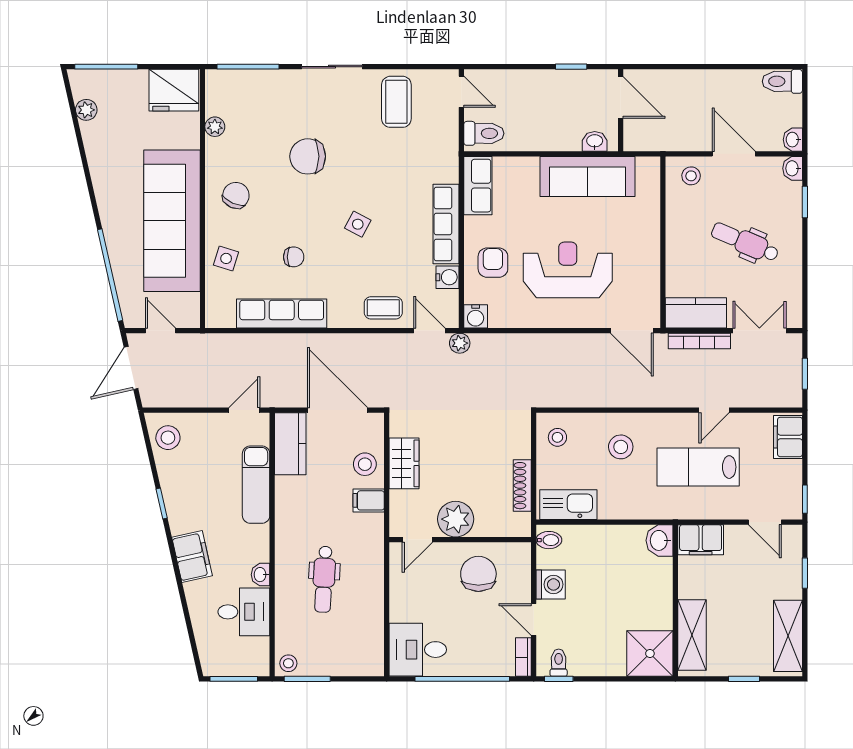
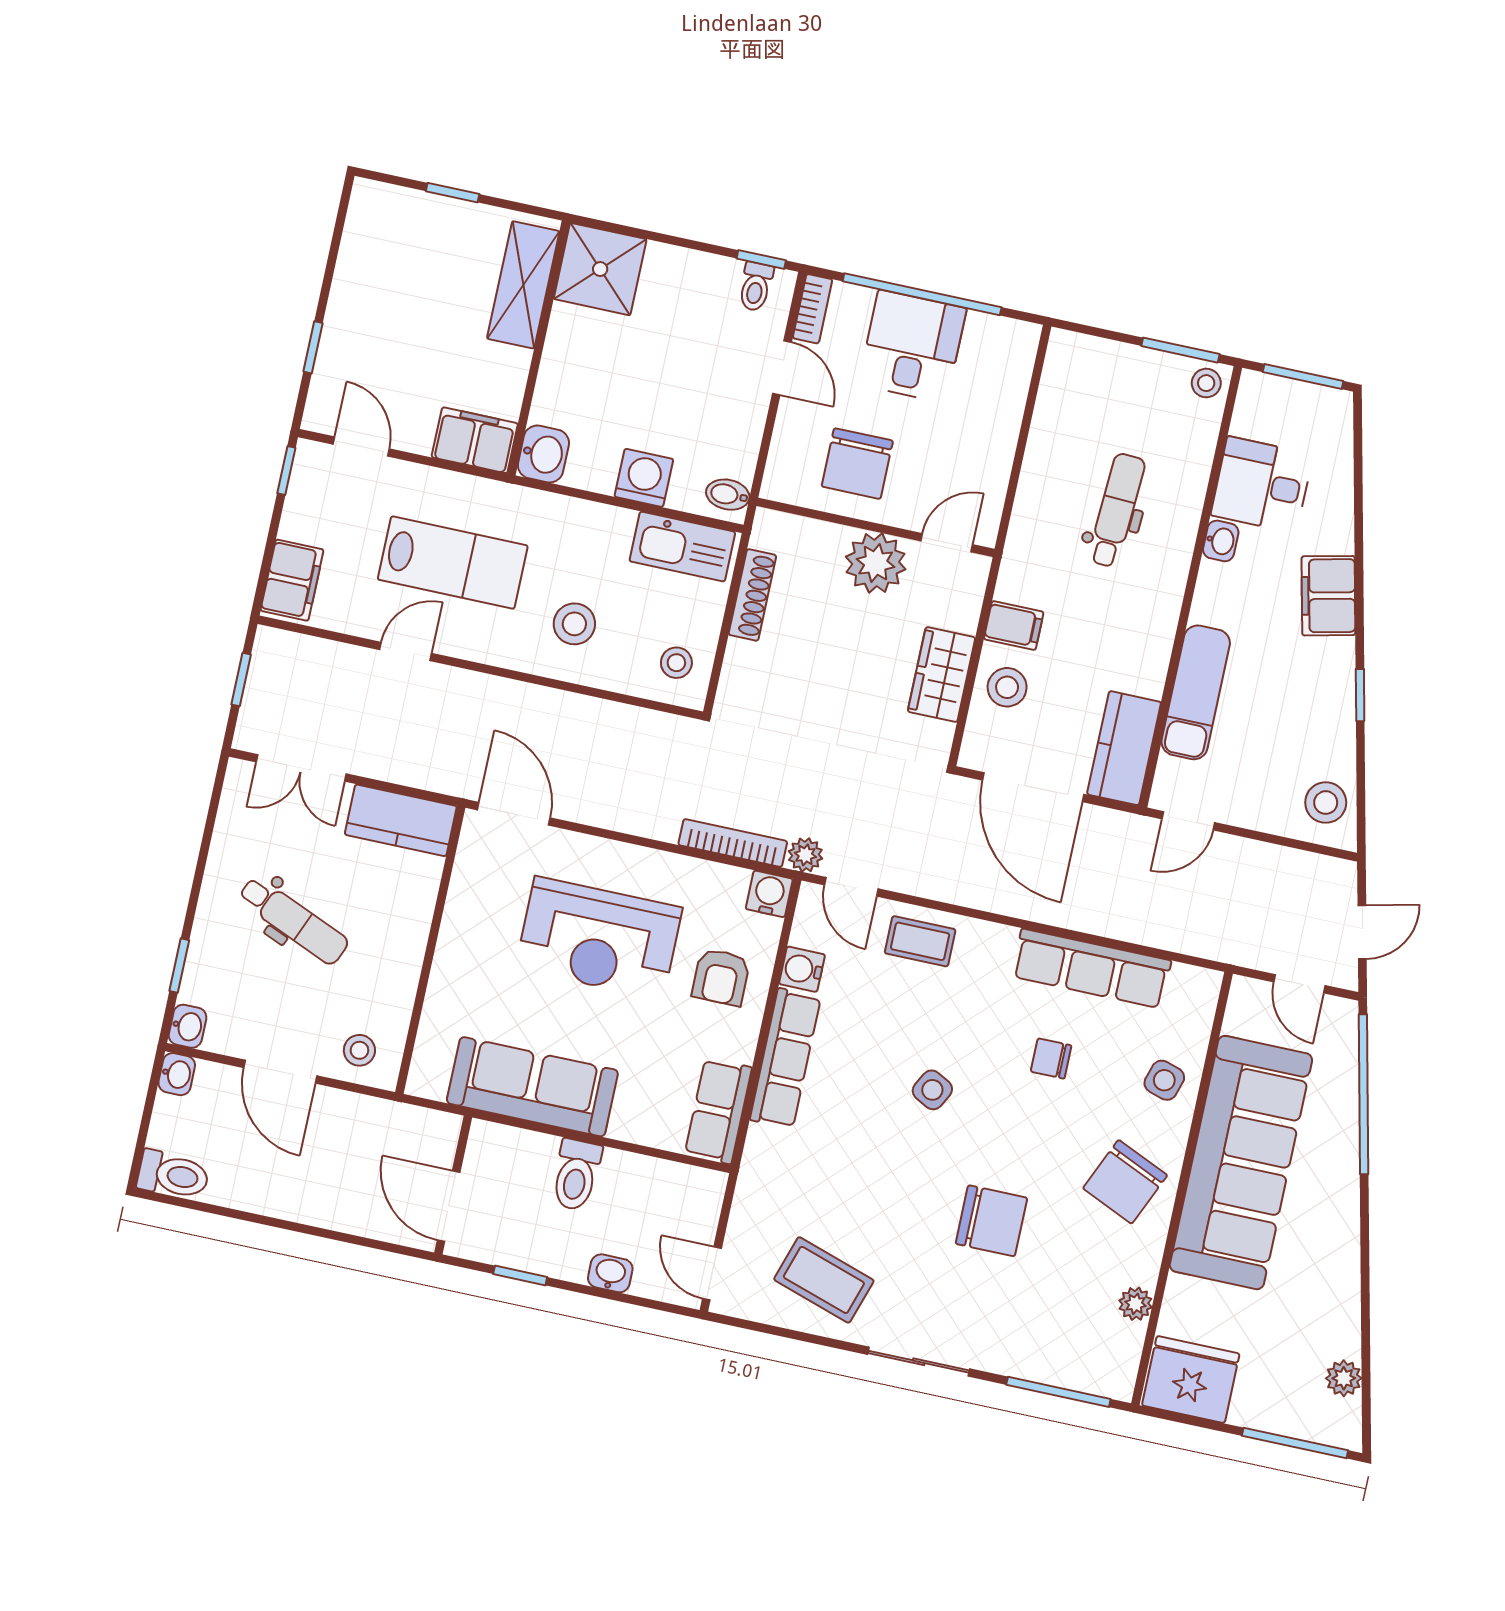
coffee table: (396, 102) -> (824, 1280), turned -72
toilet: (484, 133) -> (576, 1175), moved, turned -90
washbasin: (595, 141) -> (610, 1273), moved, turned 180
chair: (236, 195) -> (1125, 1182), width x1.37, depth x1.37
bookcase: (699, 341) -> (733, 843), moved
door: (131, 368) -> (1362, 932), width x0.73
washing machine: (551, 584) -> (644, 478), moved, turned 90
shelving: (788, 636) -> (364, 249), removed
desk: (418, 650) -> (912, 346), moved, turned -90

